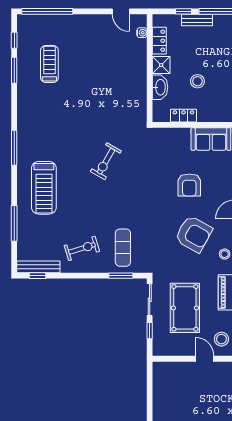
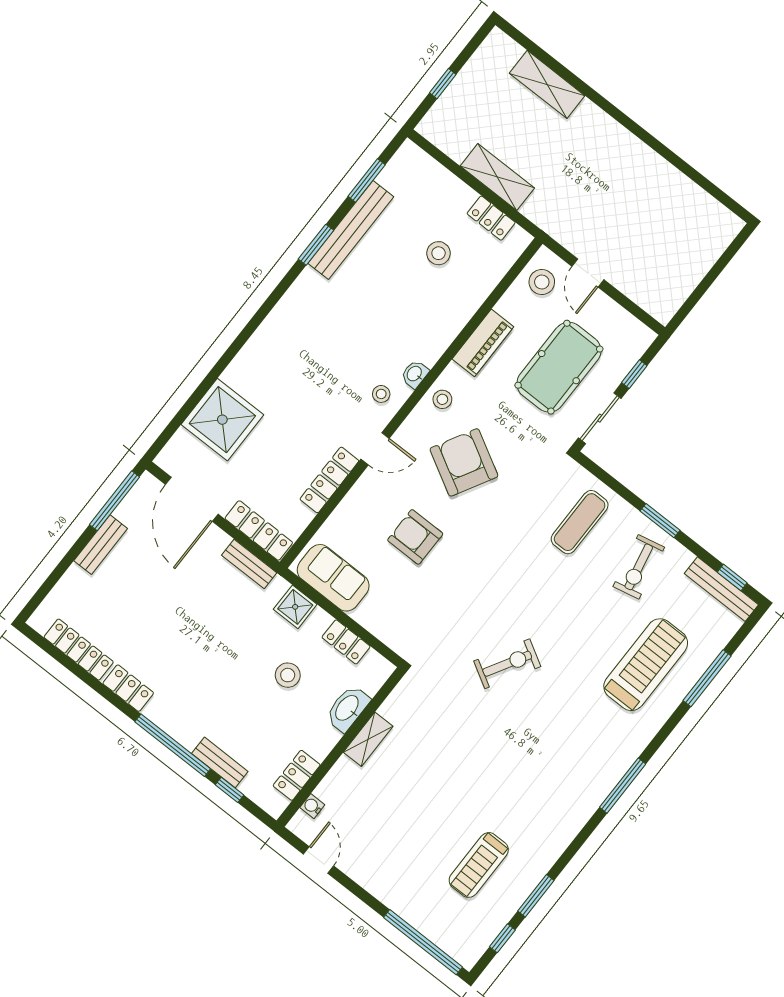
shower: (161, 65) -> (295, 607), moved
shelving: (141, 81) -> (368, 739), added
armchair: (189, 185) -> (415, 537), turned -90
treadmill: (44, 188) -> (646, 665), moved
exercise bike: (82, 248) -> (639, 567), turned -85
window: (121, 276) -> (660, 521), moved

